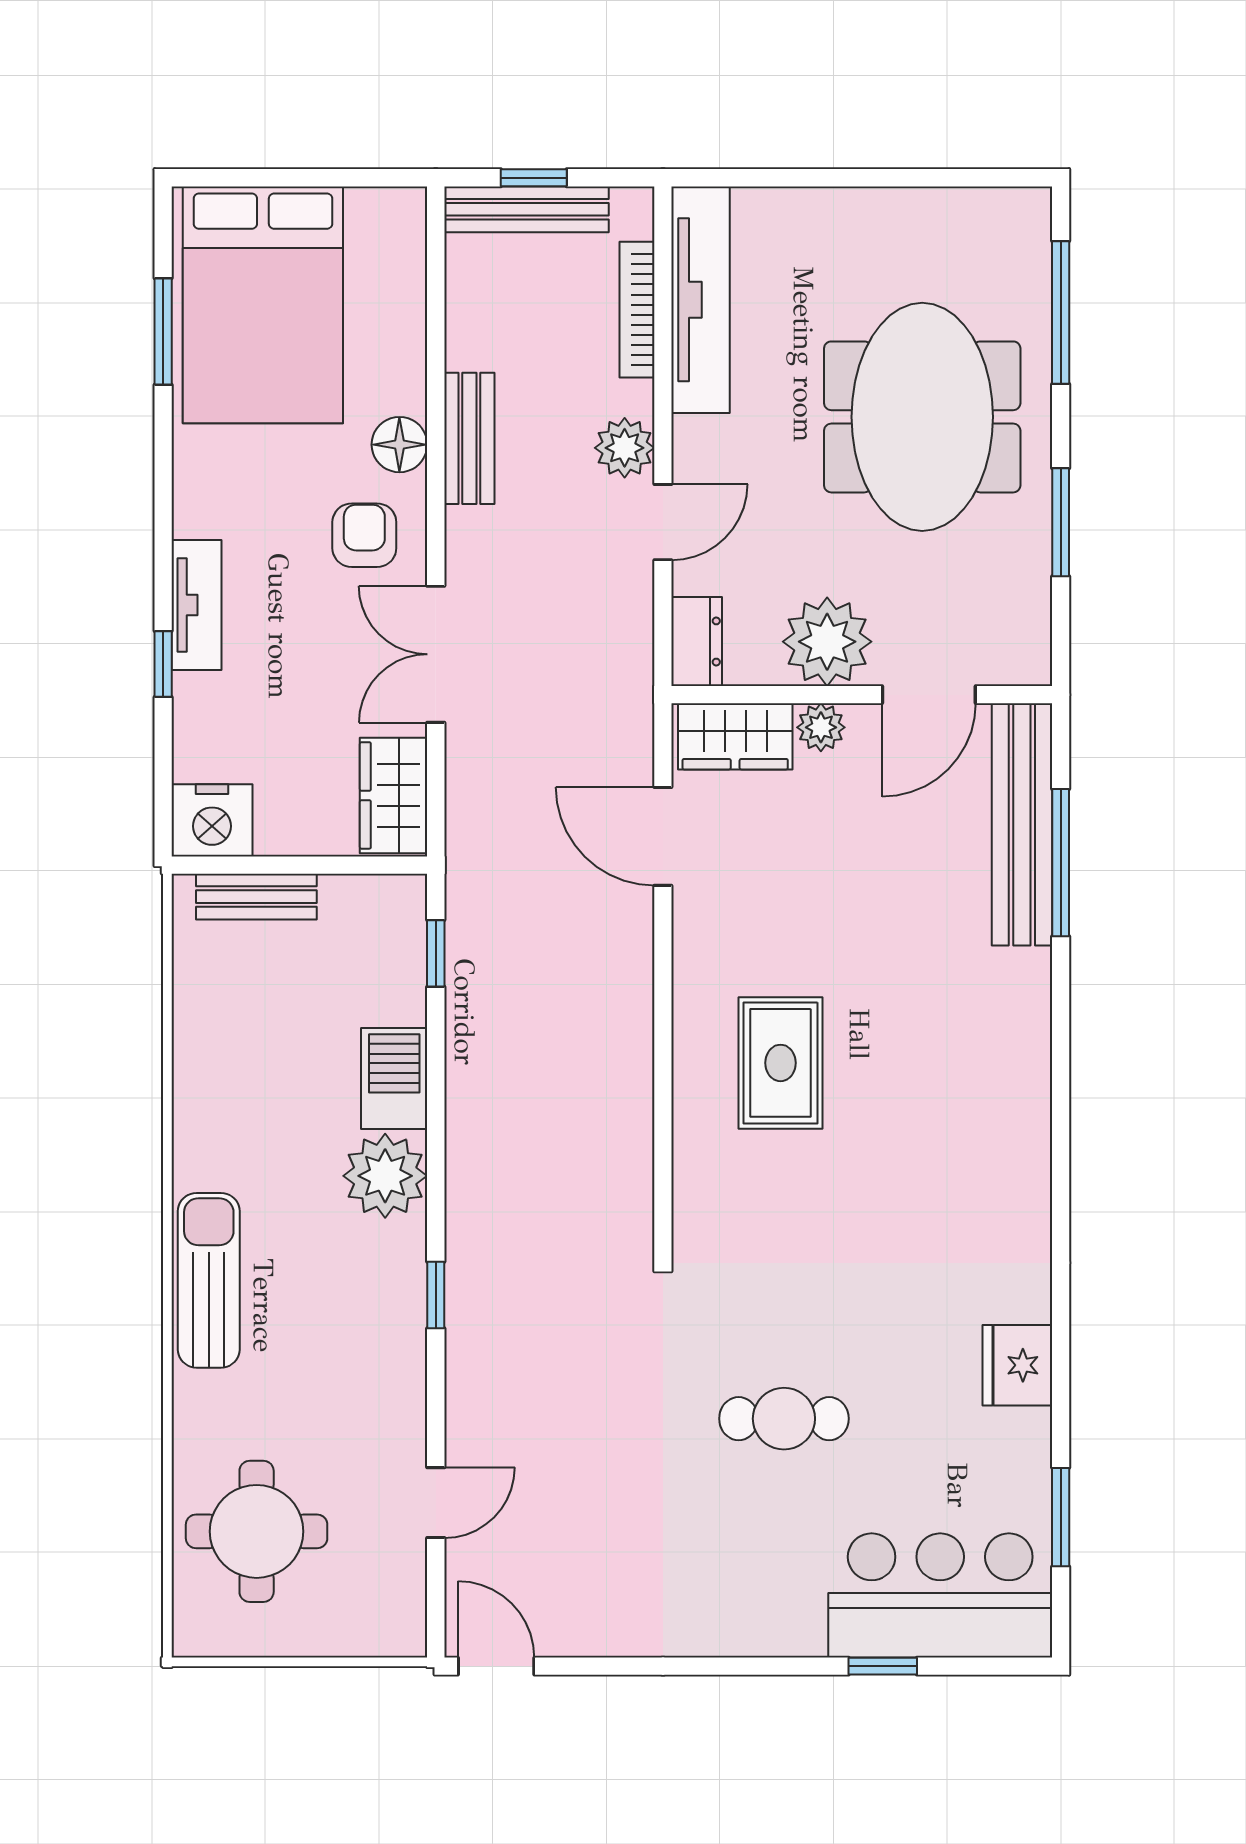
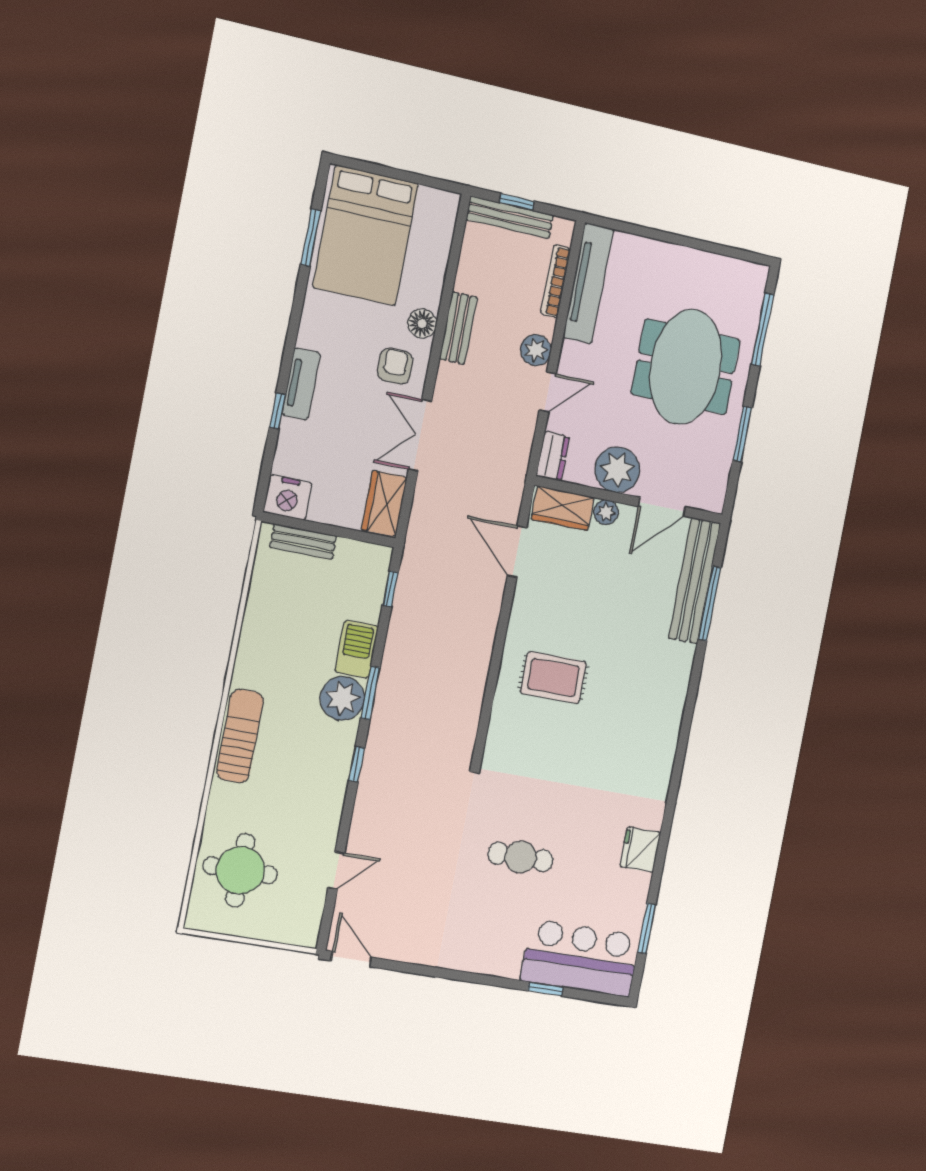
rug: (780, 1063) -> (553, 677), turned 90
window: (436, 1156) -> (370, 693), added

